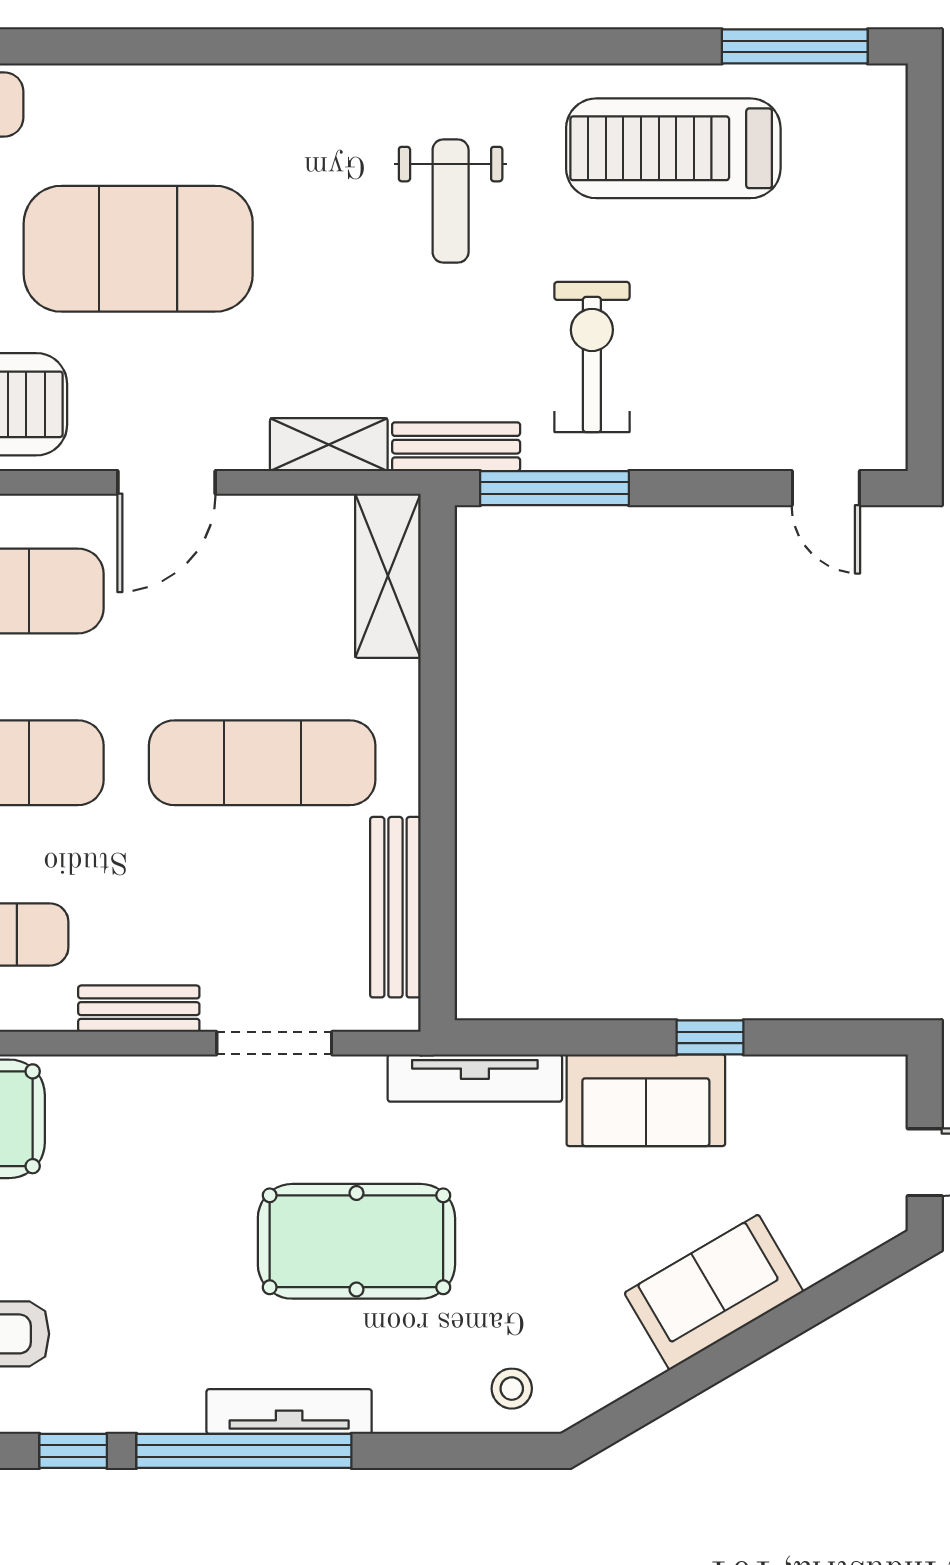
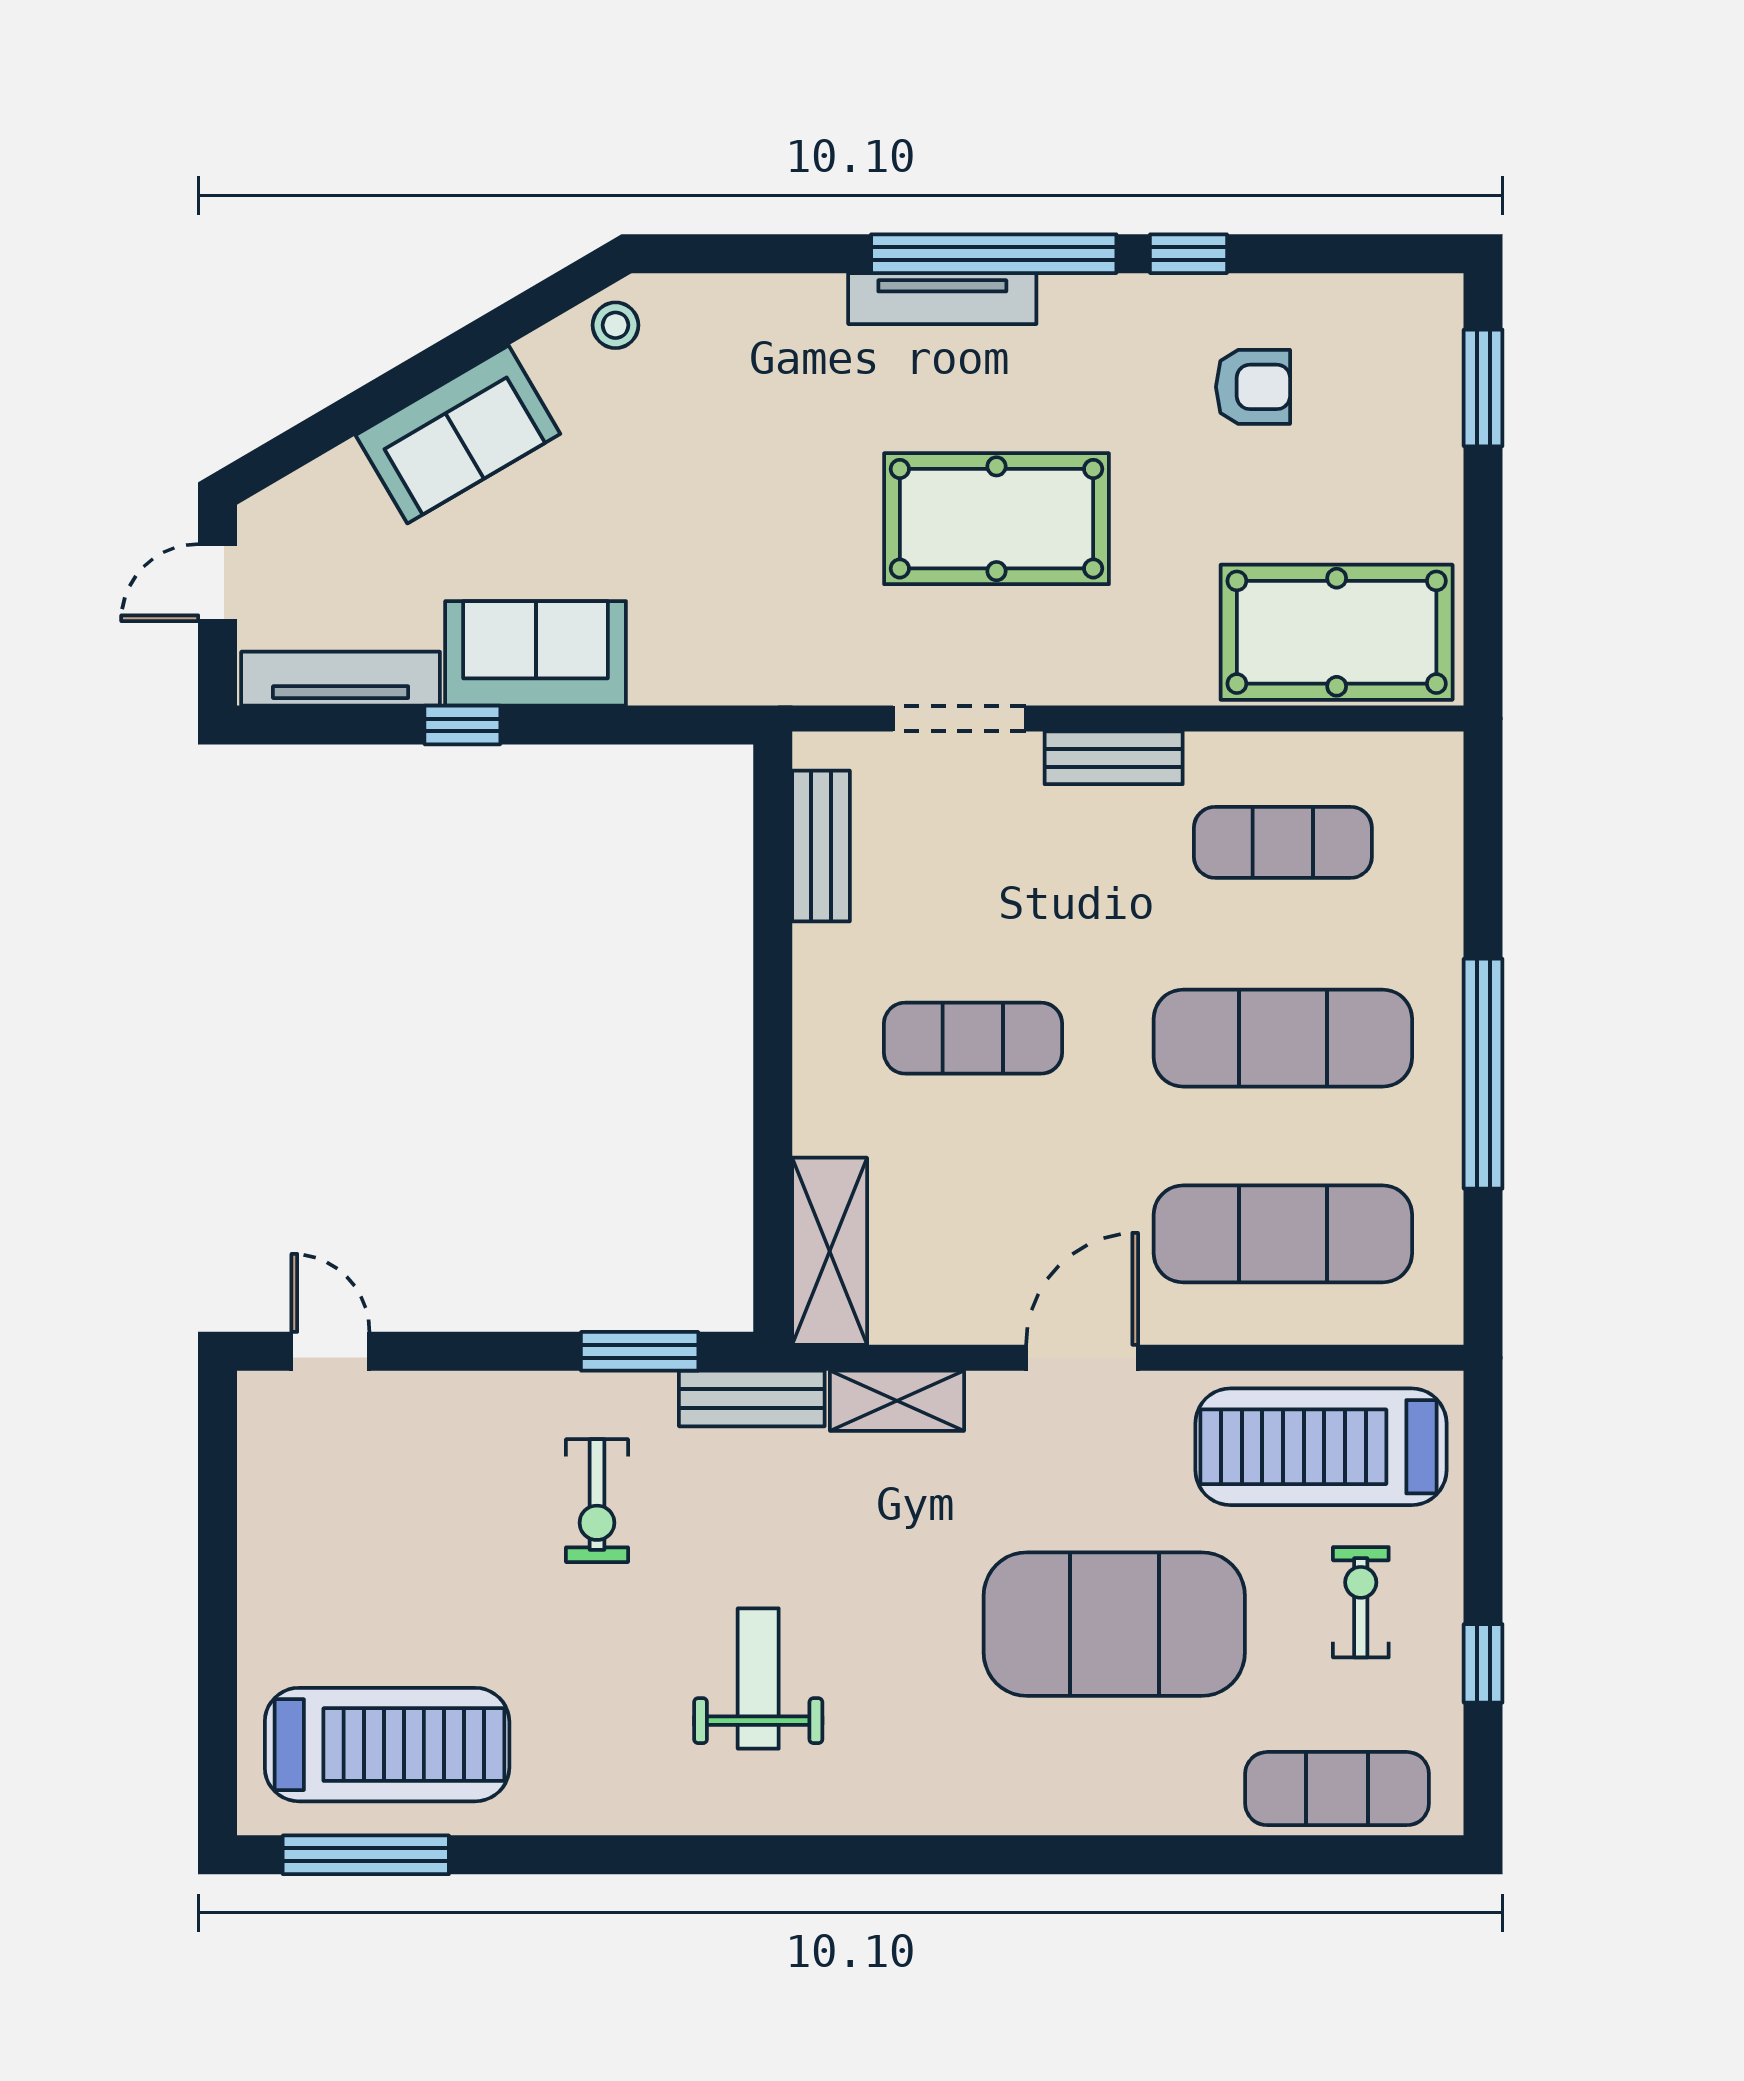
treadmill: (673, 148) -> (387, 1745), moved
exercise bike: (592, 357) -> (597, 1501), width x0.73, depth x0.72
window: (555, 488) -> (640, 1351), width x0.69
exercise mat: (262, 763) -> (973, 1038), width x0.73, depth x0.69
bench: (395, 907) -> (821, 846), width x0.73
tv unit: (475, 1078) -> (341, 679), moved
pool table: (356, 1241) -> (997, 519), moved
stool: (512, 1389) -> (615, 325), moved

